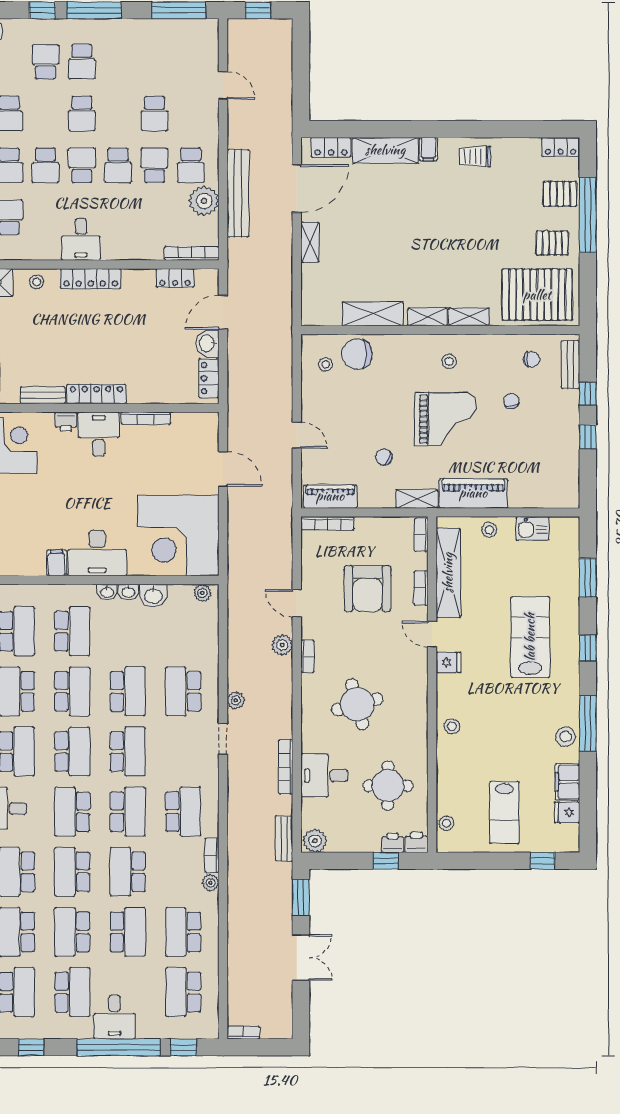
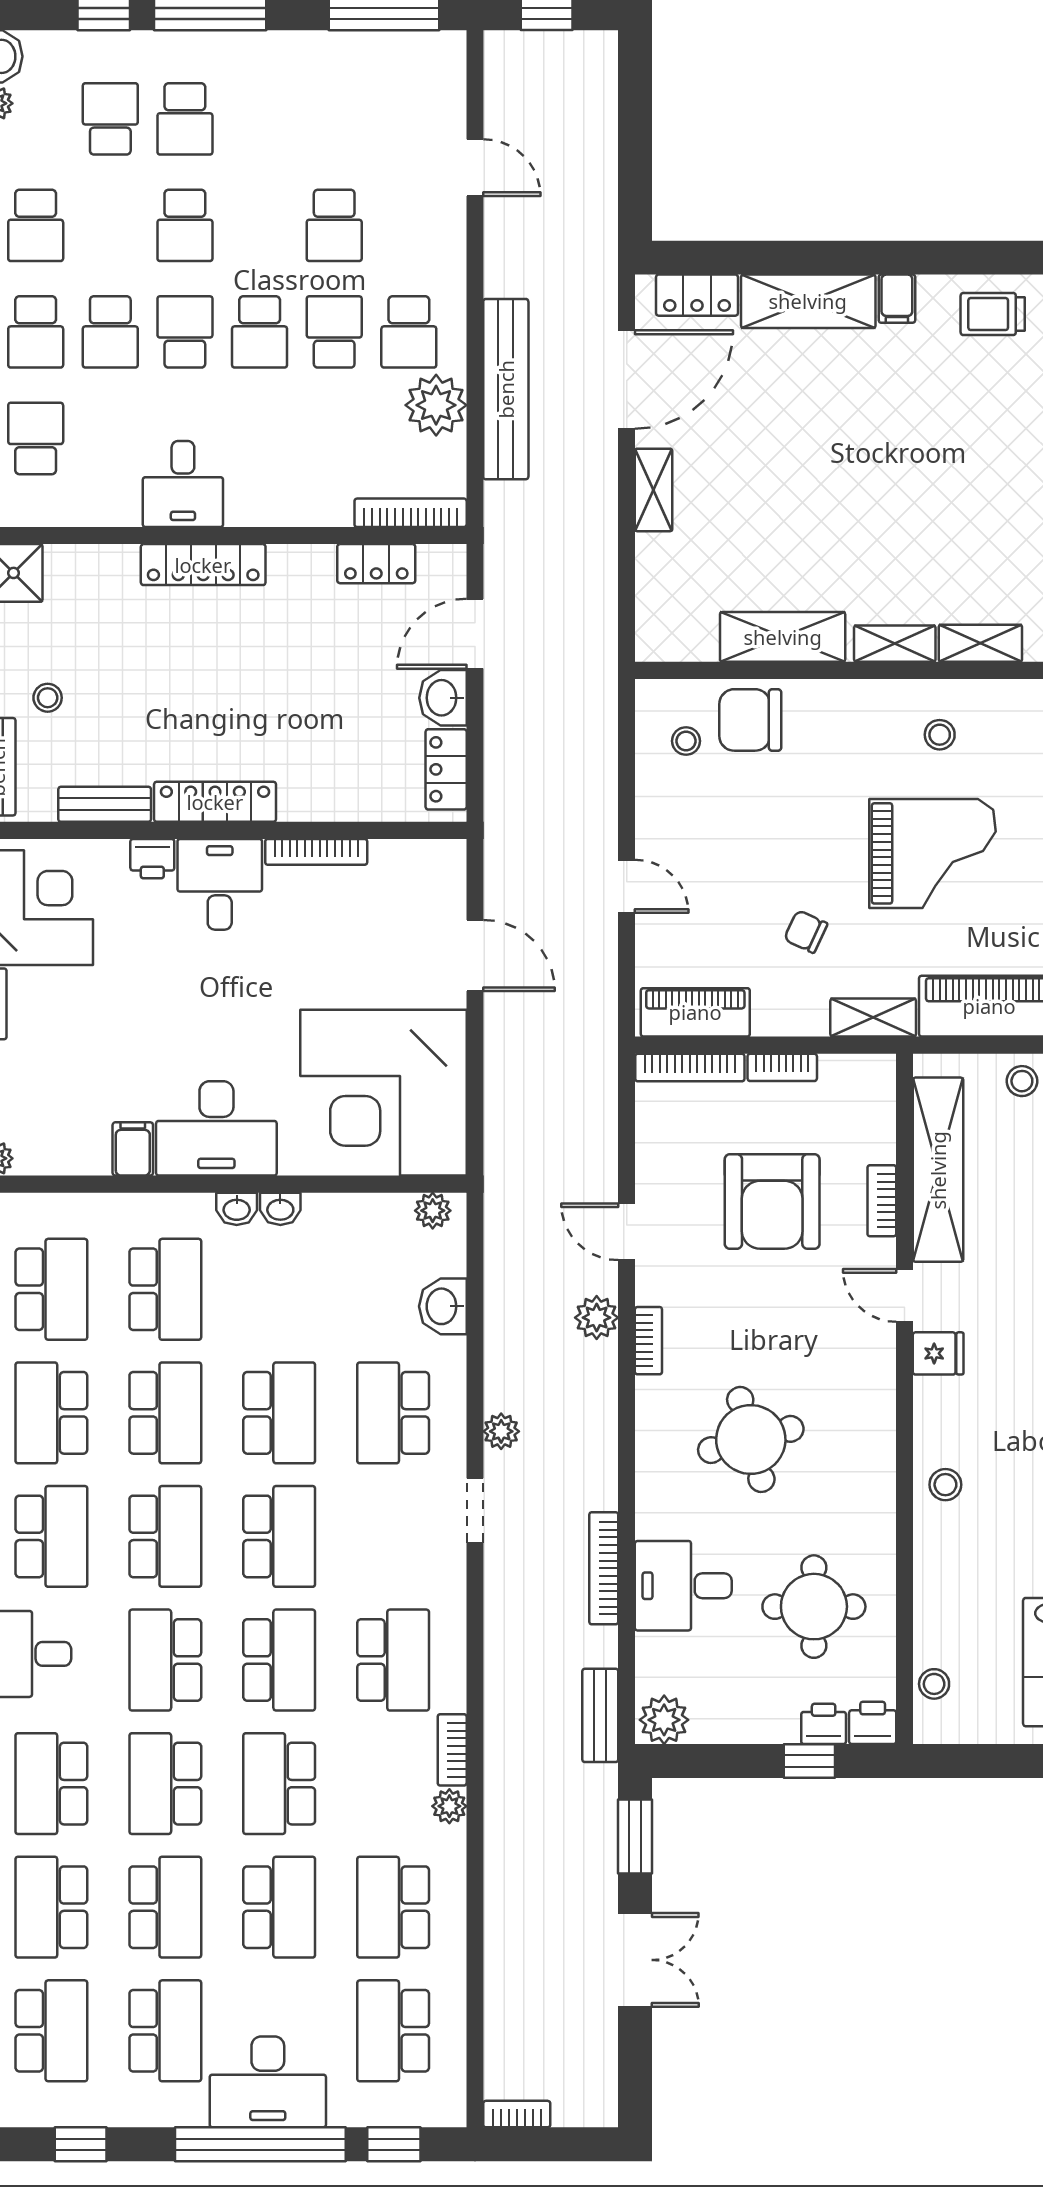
stool: (37, 282) -> (48, 698), moved
bookcase: (421, 535) -> (782, 1067), moved, turned -90
washbasin: (153, 596) -> (443, 1306), moved, turned 90
school desk: (72, 932) -> (165, 1907), turned 180
desk: (115, 1017) -> (268, 2082), width x1.37

